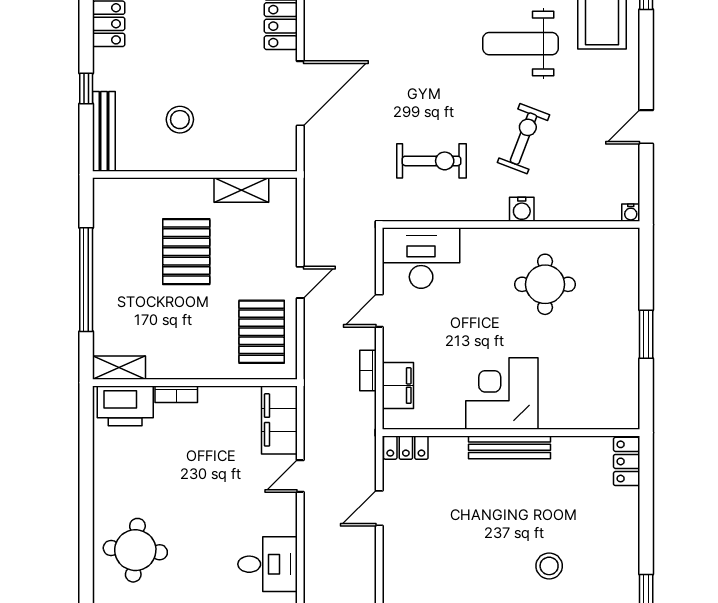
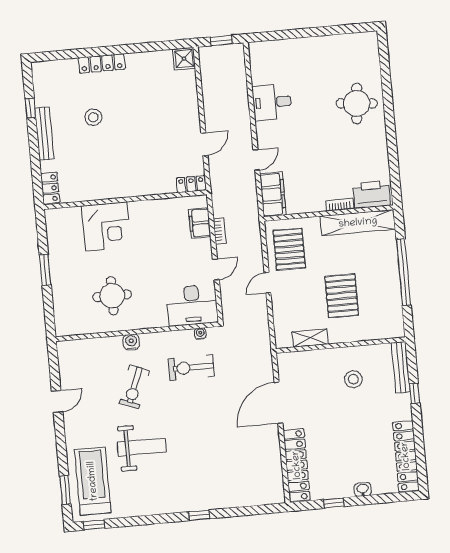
water cooler: (631, 213) -> (200, 334), moved
shelving: (119, 368) -> (358, 223), width x2.20, depth x1.33
corner desk: (502, 394) -> (106, 226), moved
bench: (509, 447) -> (44, 133), moved, turned 90

